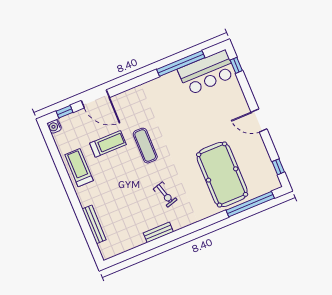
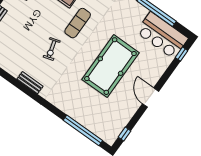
pool table: (222, 174) -> (110, 66), moved
exercise bike: (165, 194) -> (52, 49), moved
bench: (158, 232) -> (30, 83), moved

